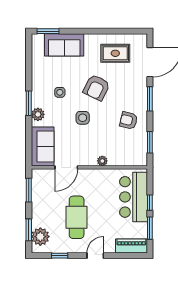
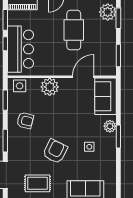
side table: (83, 118) -> (20, 86), moved
plant: (102, 161) -> (50, 87), width x1.88, depth x1.88

